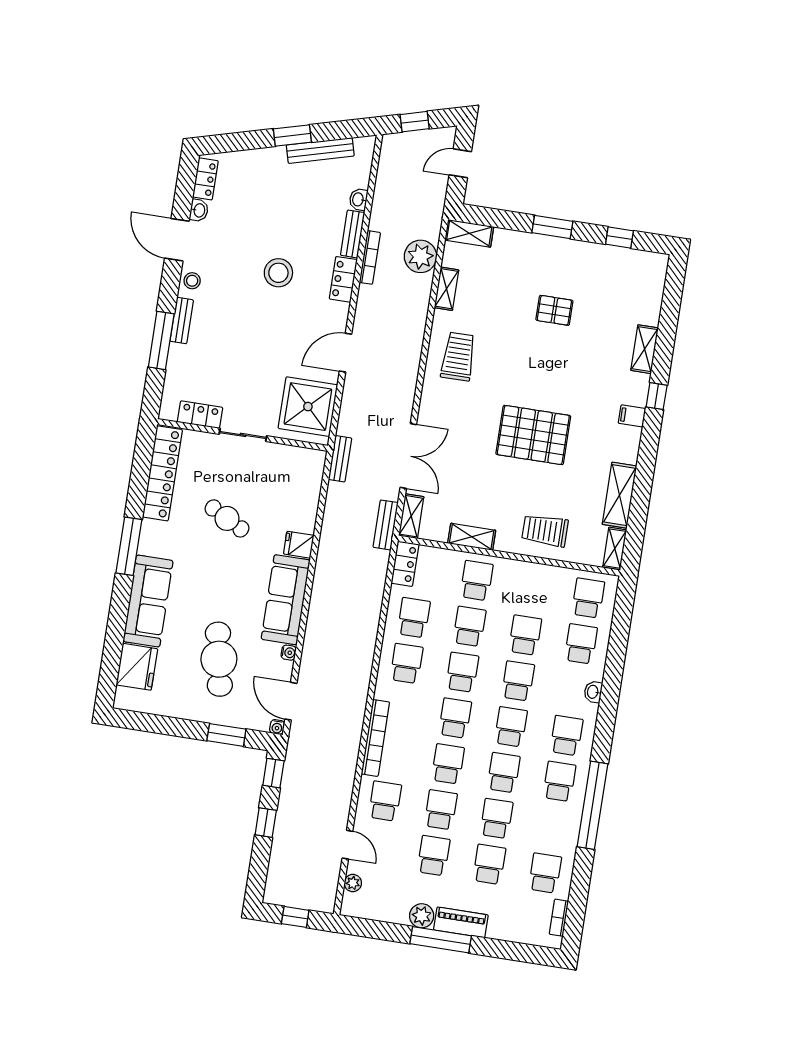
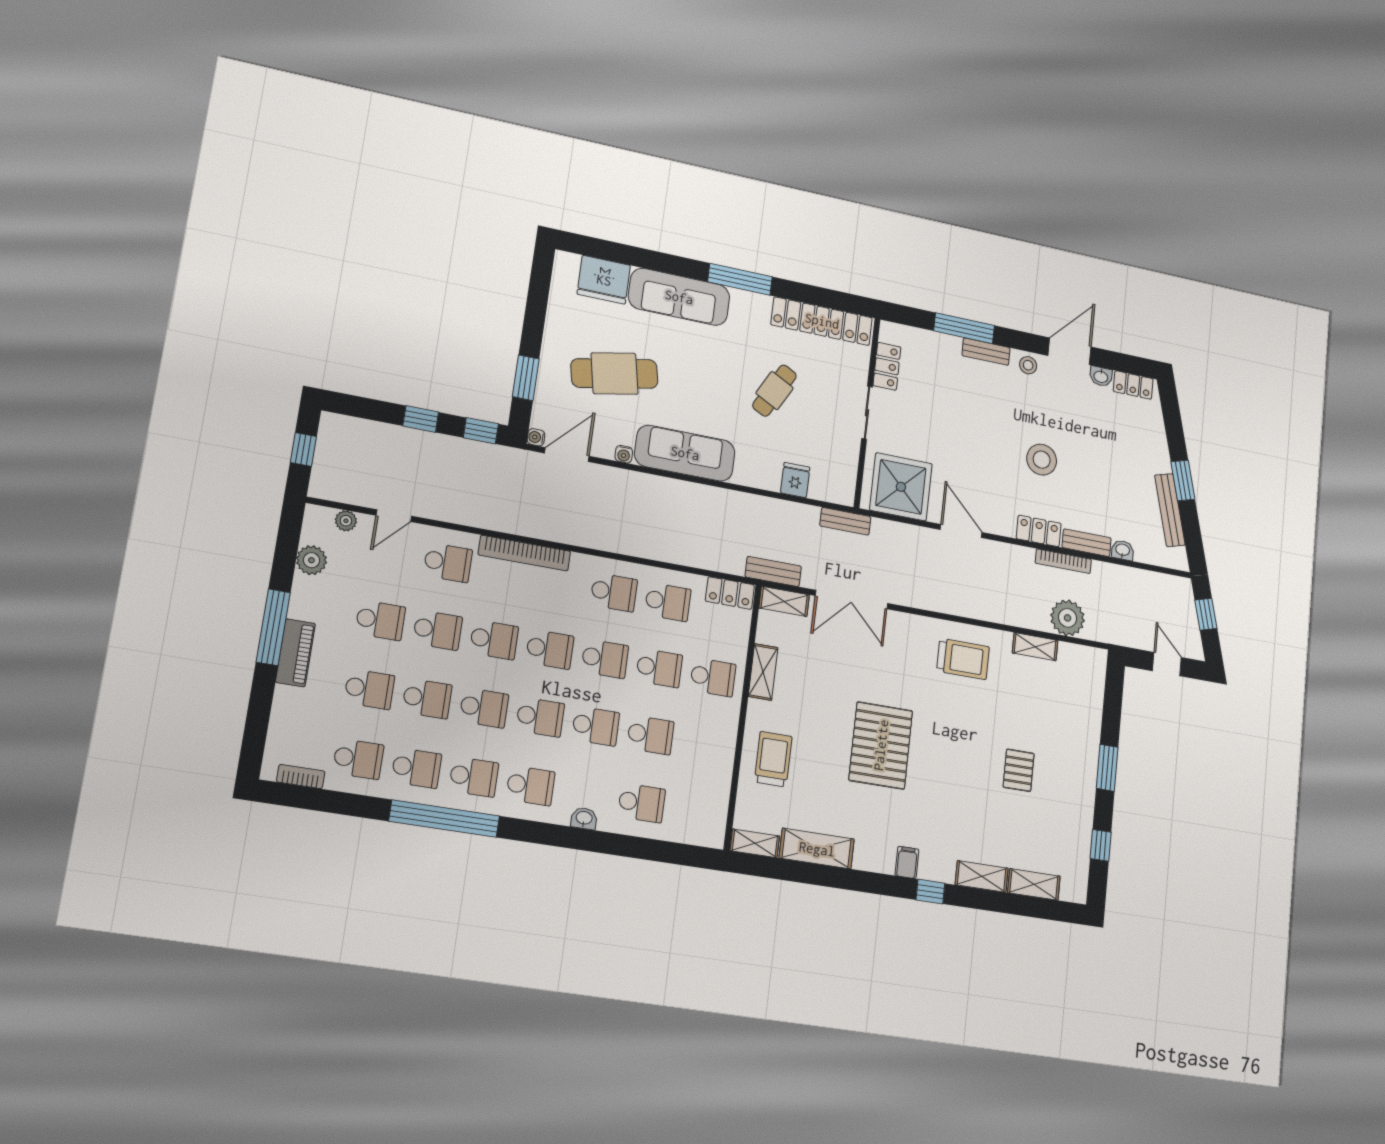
shelving: (469, 233) -> (1034, 884), moved, turned 90
fridge: (299, 545) -> (795, 480), moved
school desk: (588, 598) -> (416, 768), moved
plant: (422, 916) -> (311, 560), moved

